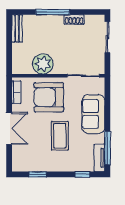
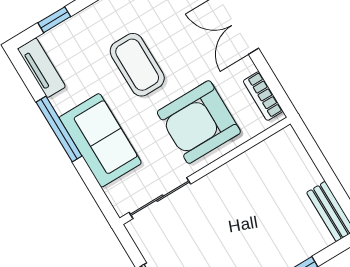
plant: (43, 64) -> (246, 175), removed
armchair: (49, 97) -> (199, 122), turned 180
window: (107, 148) -> (59, 129), moved

